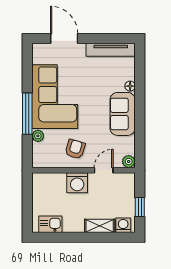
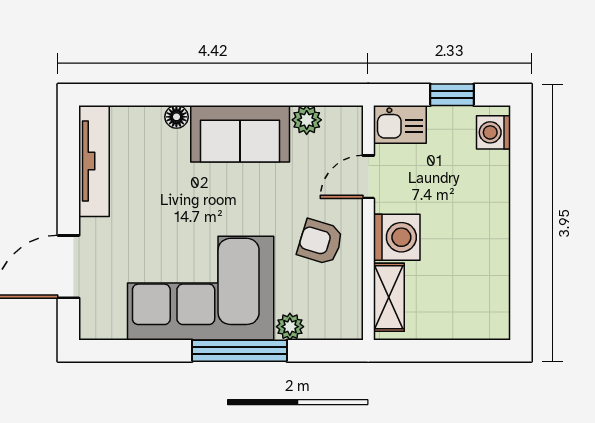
plant: (129, 161) -> (307, 120), moved
door: (104, 170) -> (368, 177), hinge flipped
kitchen sink: (50, 224) -> (400, 124), moved, turned -90
shelving: (100, 226) -> (389, 297), moved

